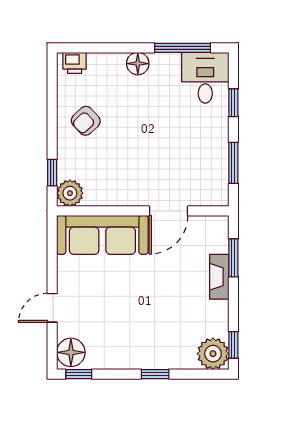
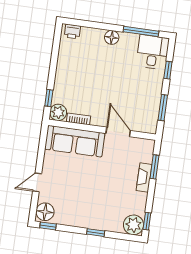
armchair: (86, 121) -> (74, 69), removed
bookcase: (103, 199) -> (78, 119), added
door: (169, 211) -> (118, 132), swing flipped

